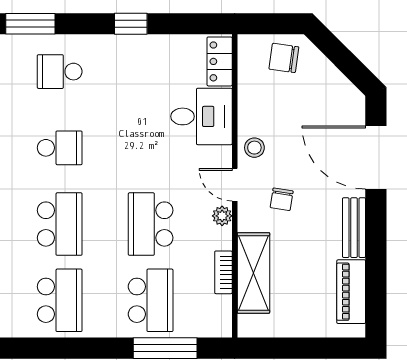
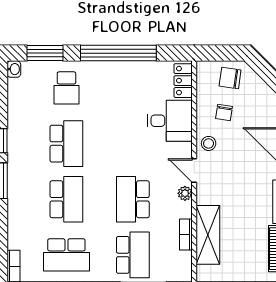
window: (131, 24) -> (118, 53), width x3.17
school desk: (60, 72) -> (66, 88), turned -90
school desk: (60, 148) -> (66, 144), width x1.85
chair: (282, 199) -> (224, 113), moved
school desk: (60, 300) -> (66, 255), turned 90

